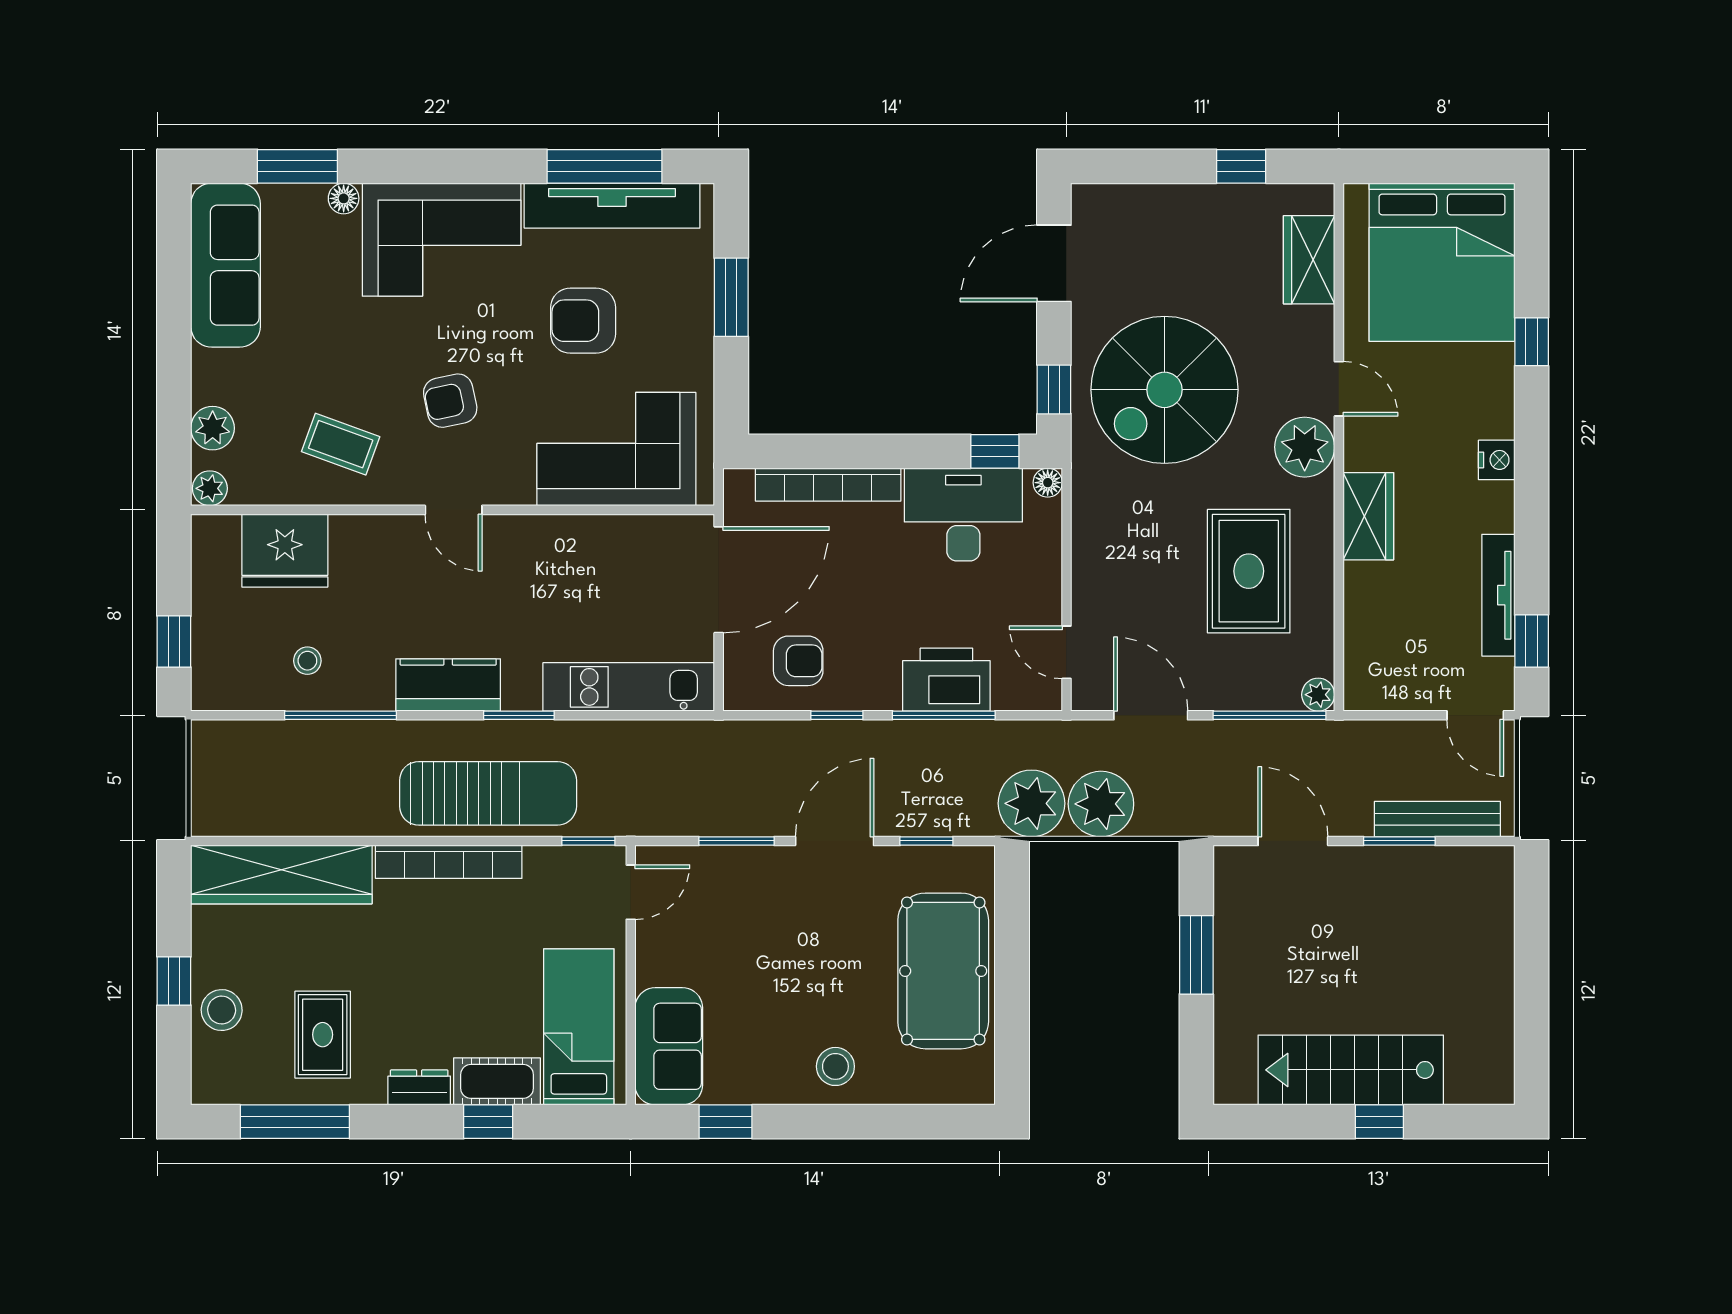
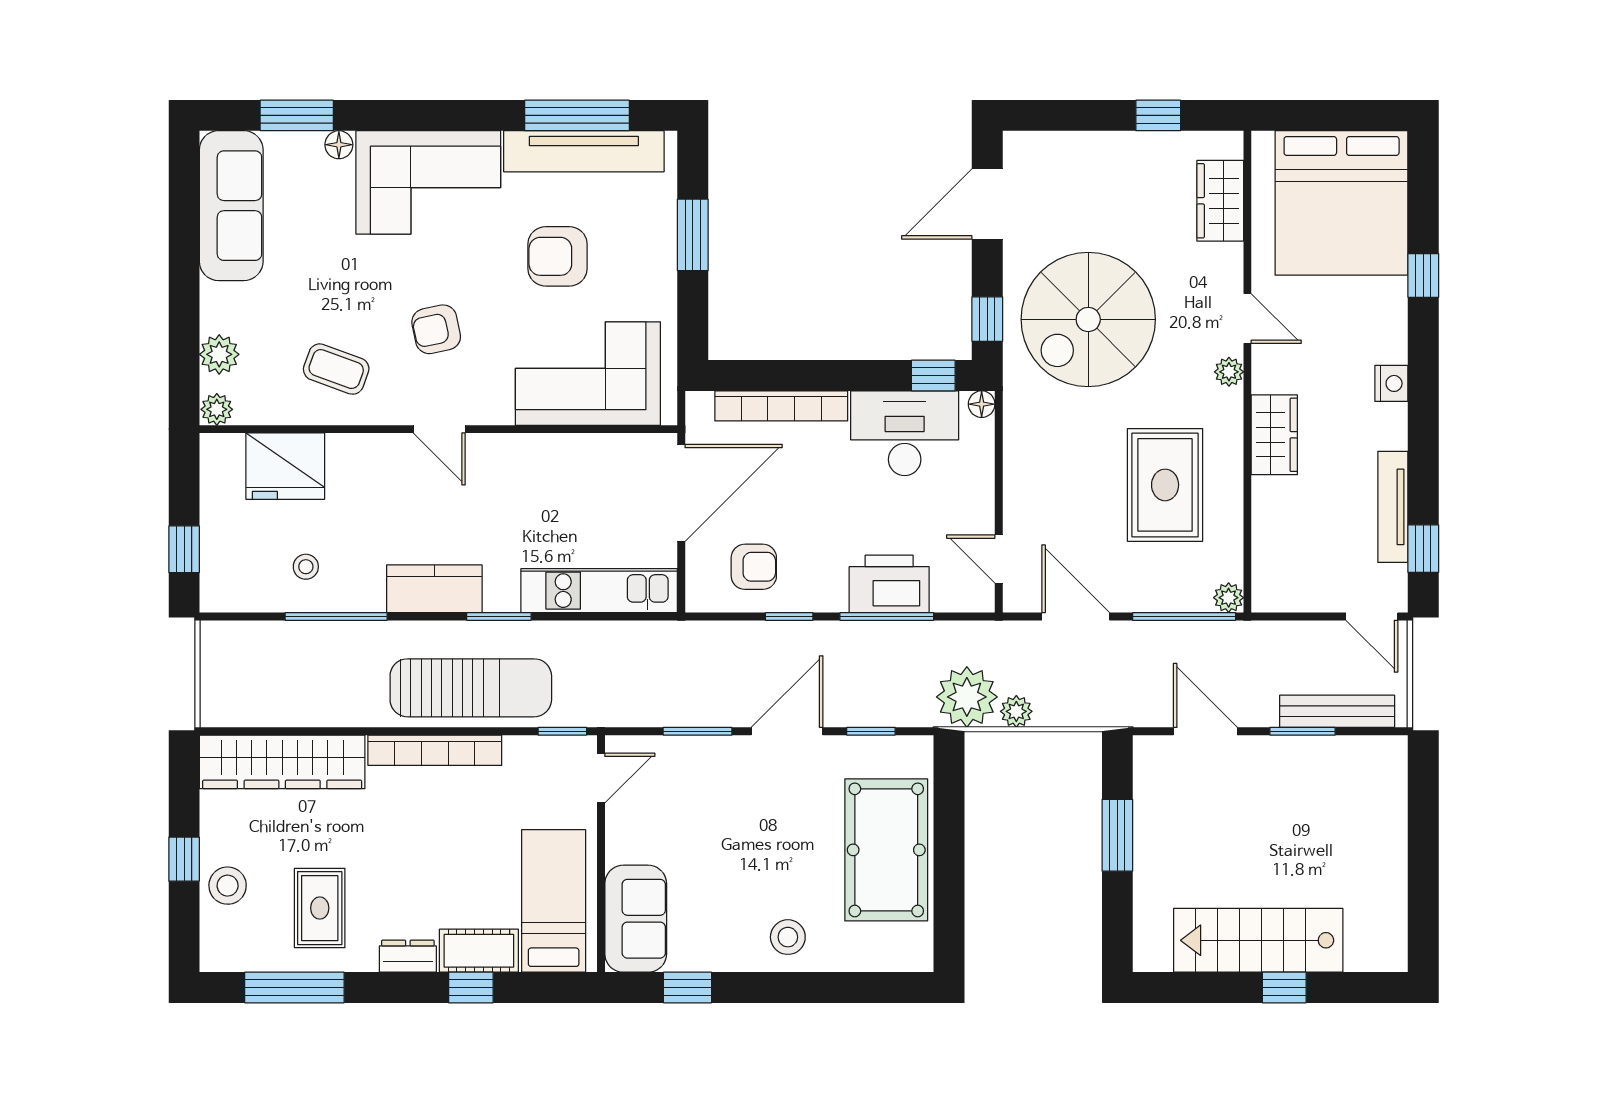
plant: (1305, 447) -> (1229, 372), width x0.53, depth x0.53
plant: (1101, 804) -> (1016, 711), width x0.53, depth x0.53

